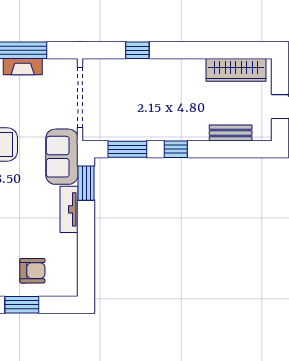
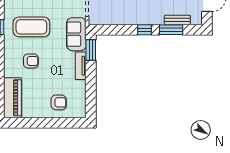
window: (127, 149) -> (171, 30), moved
window: (22, 305) -> (52, 123), removed

